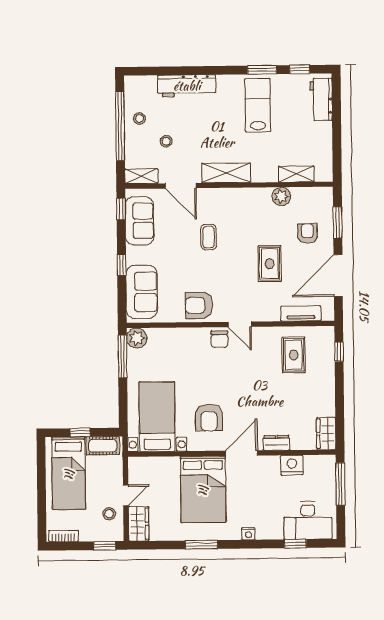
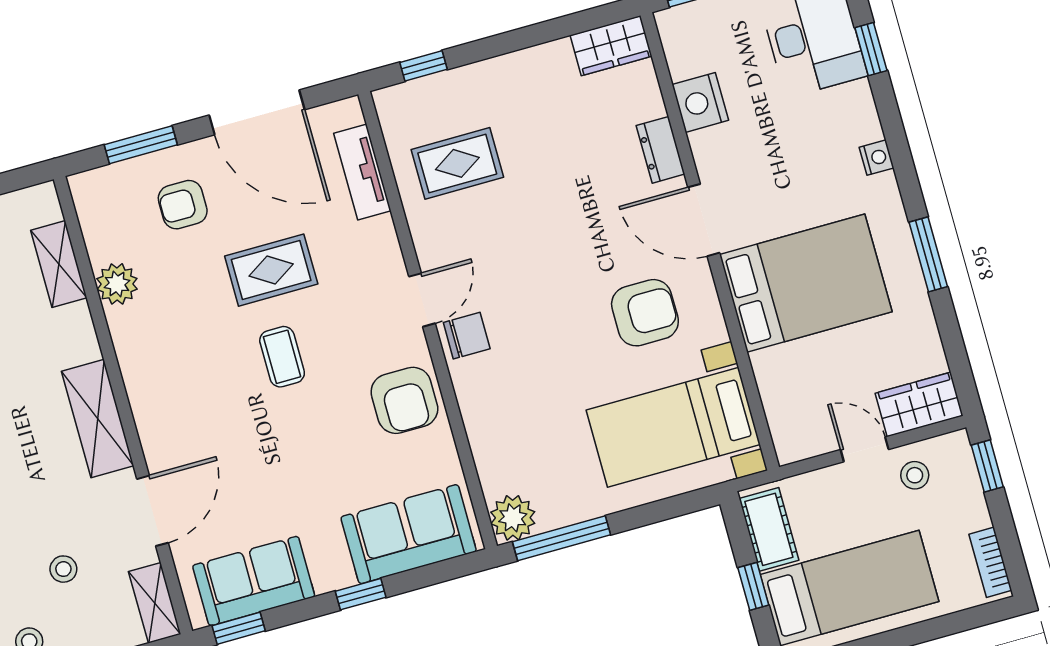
coffee table: (209, 237) -> (282, 357), moved, turned 90

